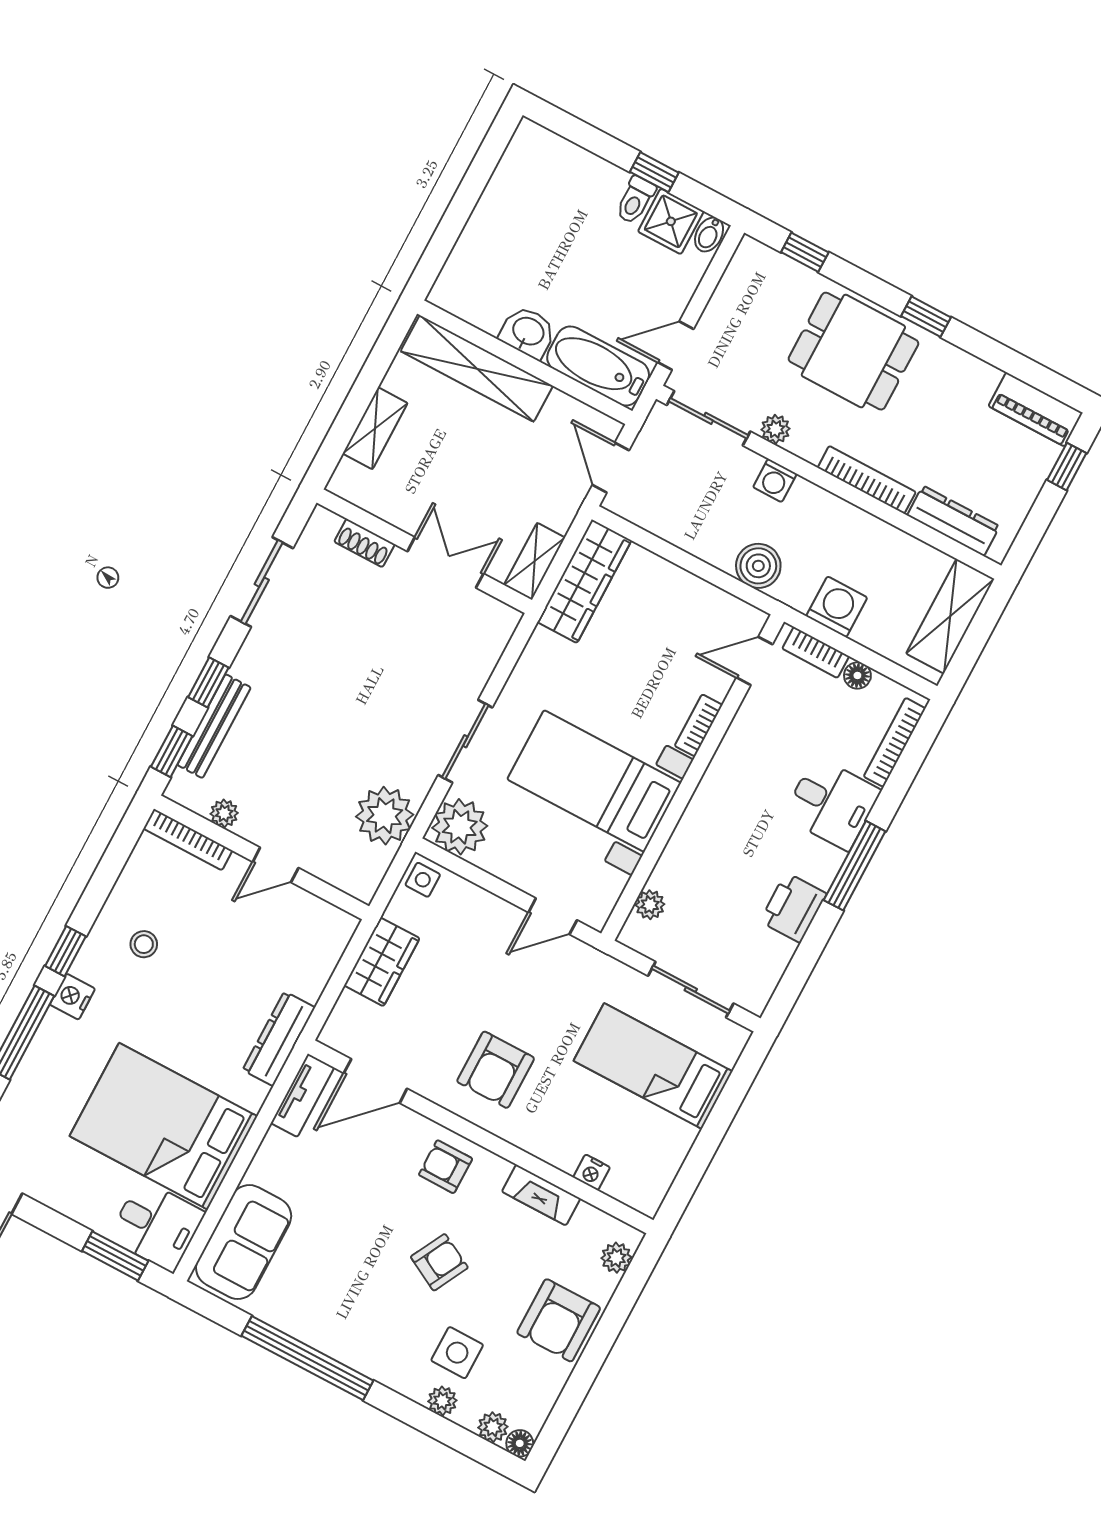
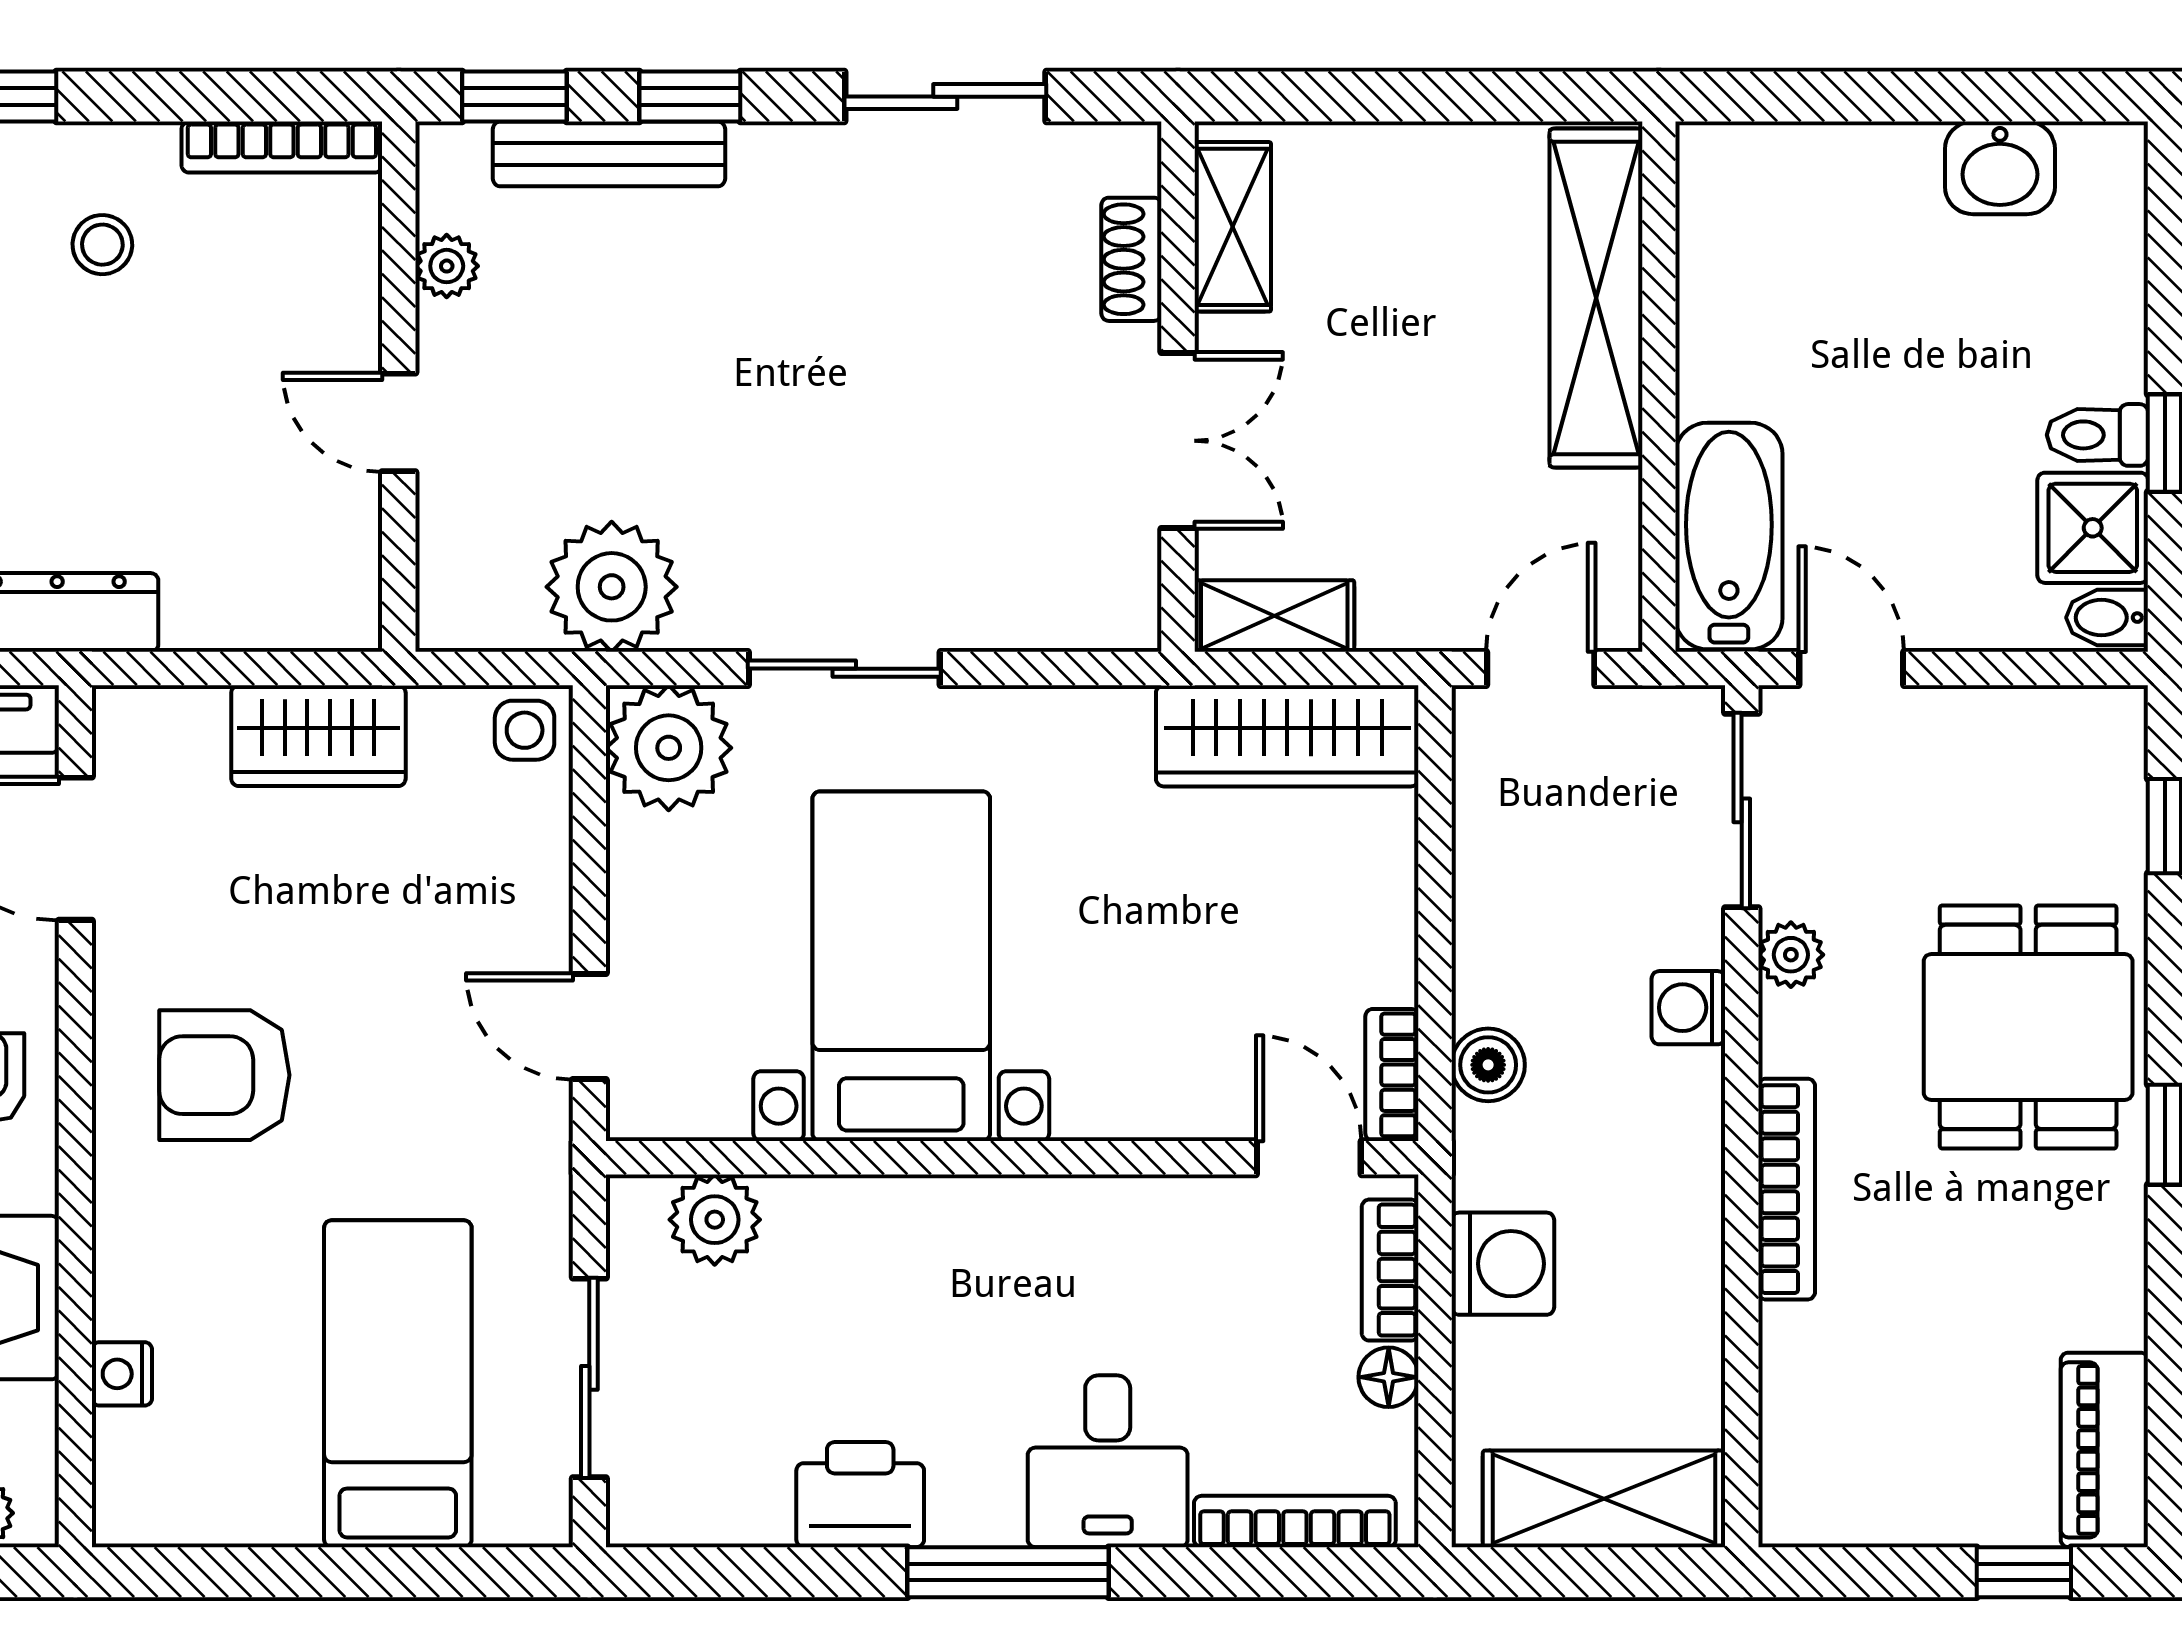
washbasin: (528, 332) -> (2000, 168), moved, turned 90
shelving: (375, 428) -> (1233, 227), moved, turned 90
dresser: (953, 521) -> (1797, 1404), removed
boiler: (758, 566) -> (1488, 1065), width x0.73, depth x0.73
bookcase: (699, 725) -> (1392, 1075), moved, turned -90
bookcase: (188, 840) -> (282, 147), moved, turned -90
plant: (650, 905) -> (715, 1220), width x1.38, depth x1.38

